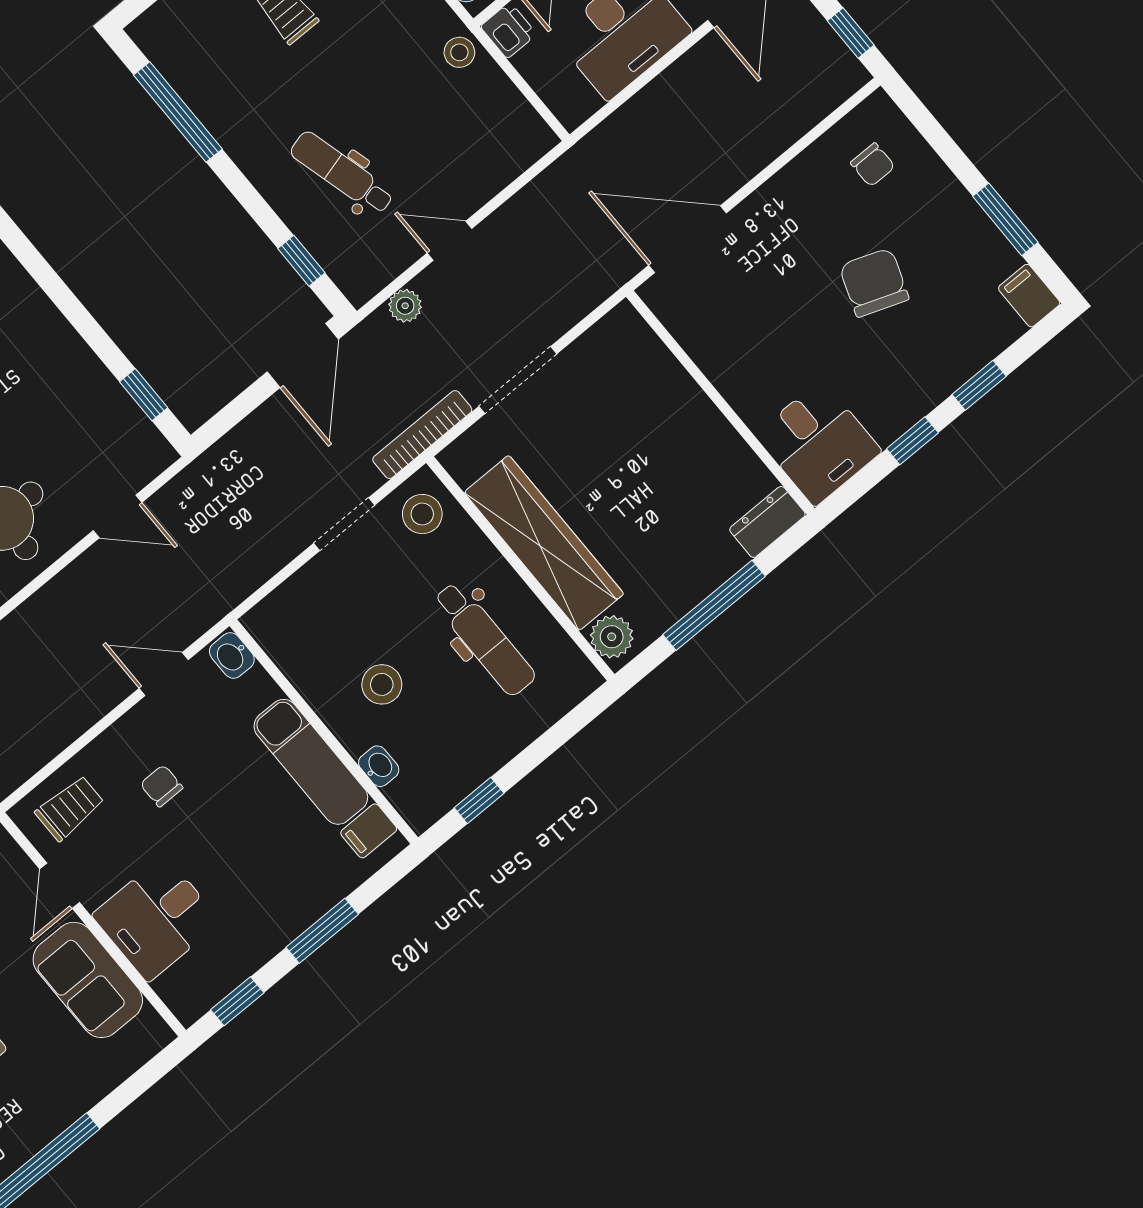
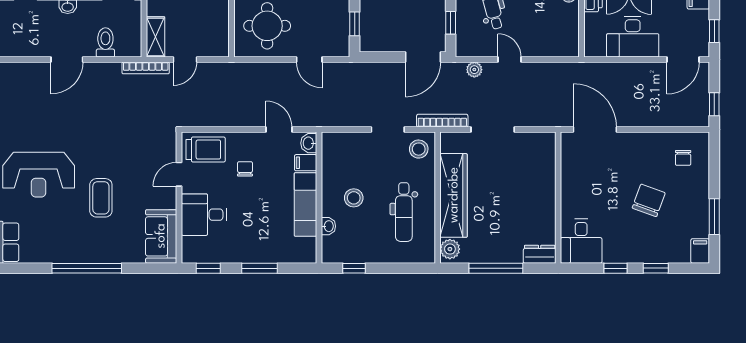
trolley: (70, 808) -> (206, 150), width x1.36, depth x1.39
filing cabinet: (369, 831) -> (306, 163), moved
sofa: (88, 980) -> (161, 236), moved

